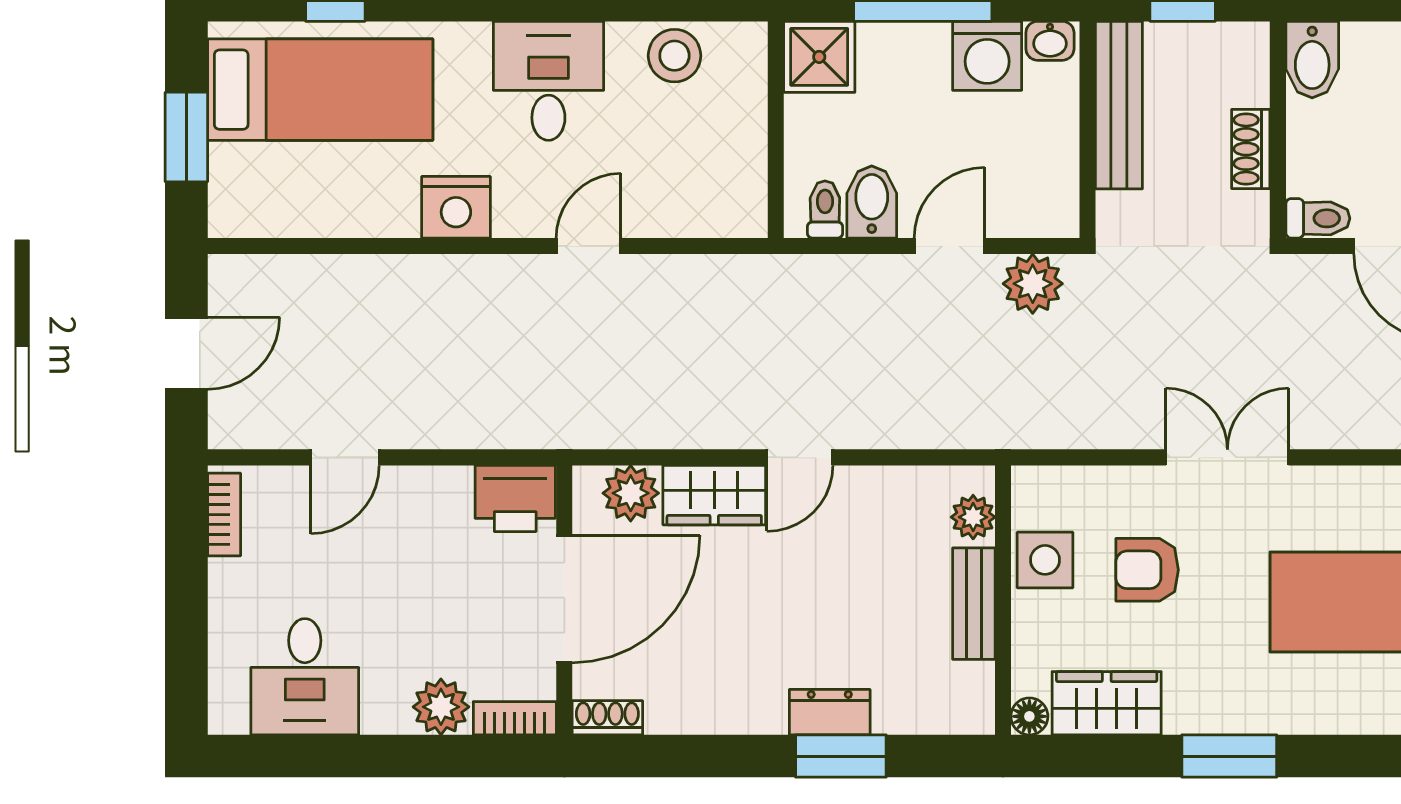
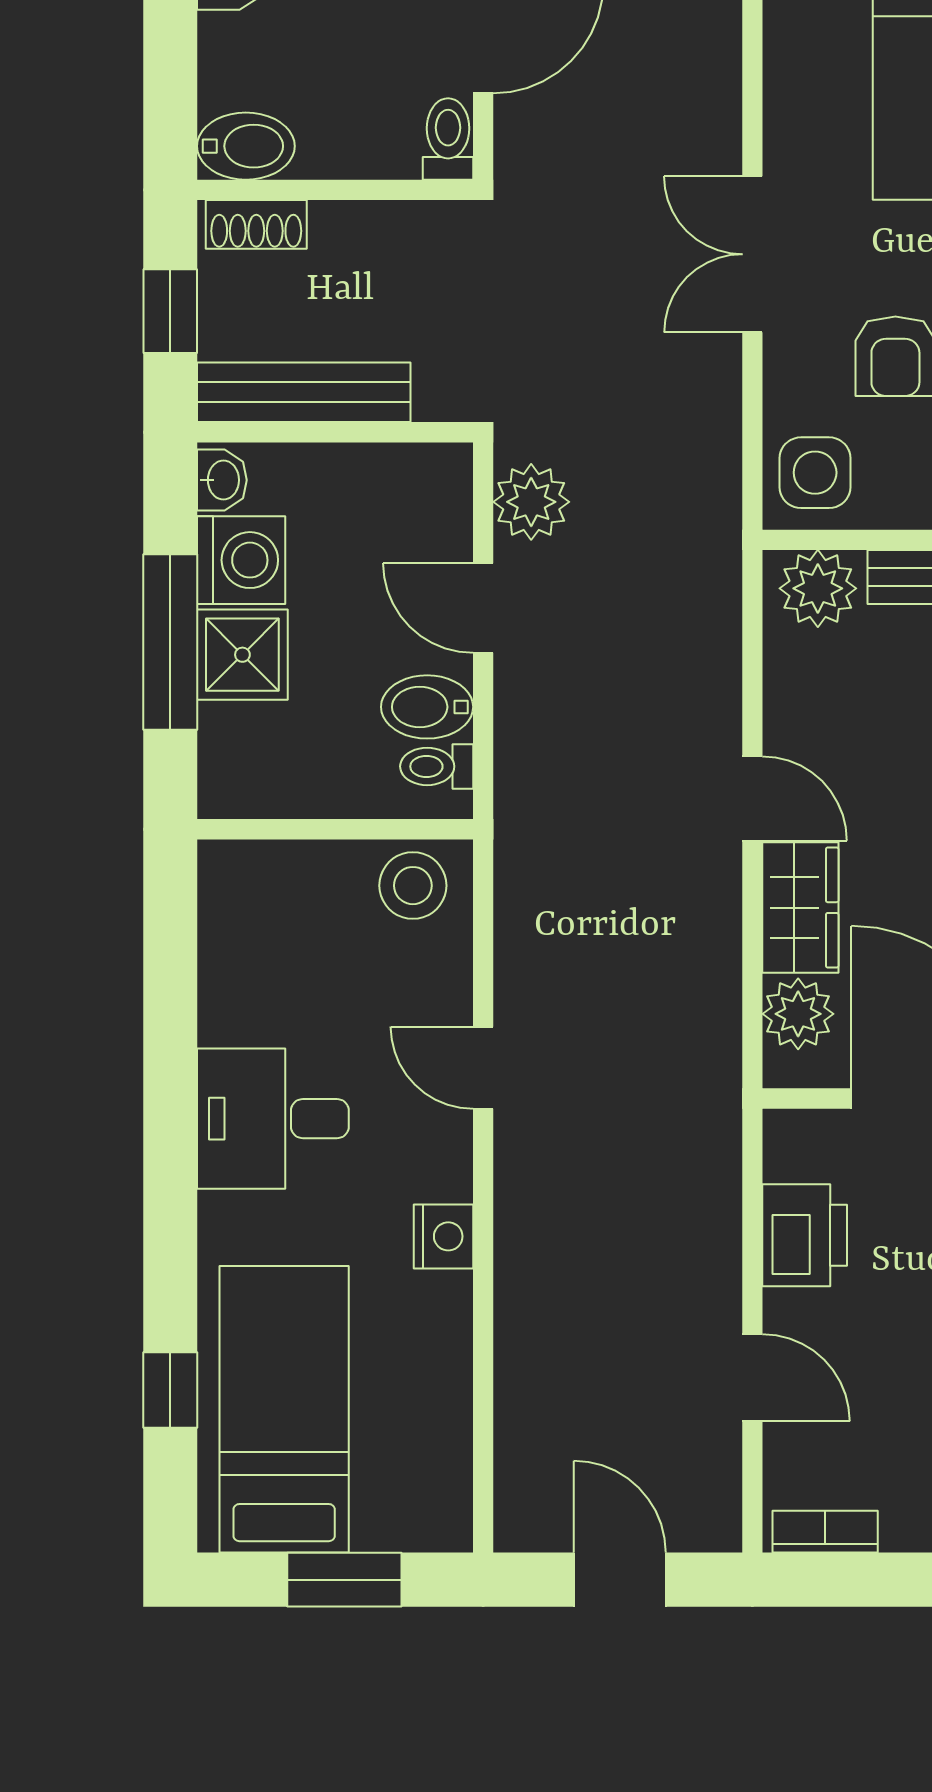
stool: (674, 56) -> (413, 886), moved
shower: (819, 57) -> (242, 655), moved
shoe rack: (1251, 149) -> (256, 224), moved
nightstand: (456, 207) -> (444, 1236), width x0.74, depth x0.75
printer: (515, 498) -> (805, 1235), moved
plant: (973, 517) -> (818, 588), width x1.38, depth x1.38
side table: (1045, 560) -> (815, 473), moved

